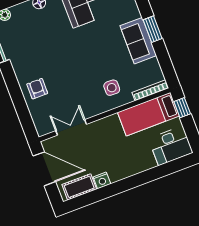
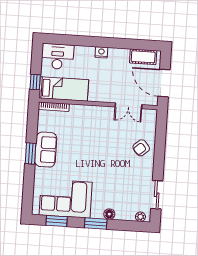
side table: (112, 88) -> (83, 122), removed
armchair: (37, 89) -> (141, 148), turned 49
nightstand: (102, 180) -> (101, 52), moved

